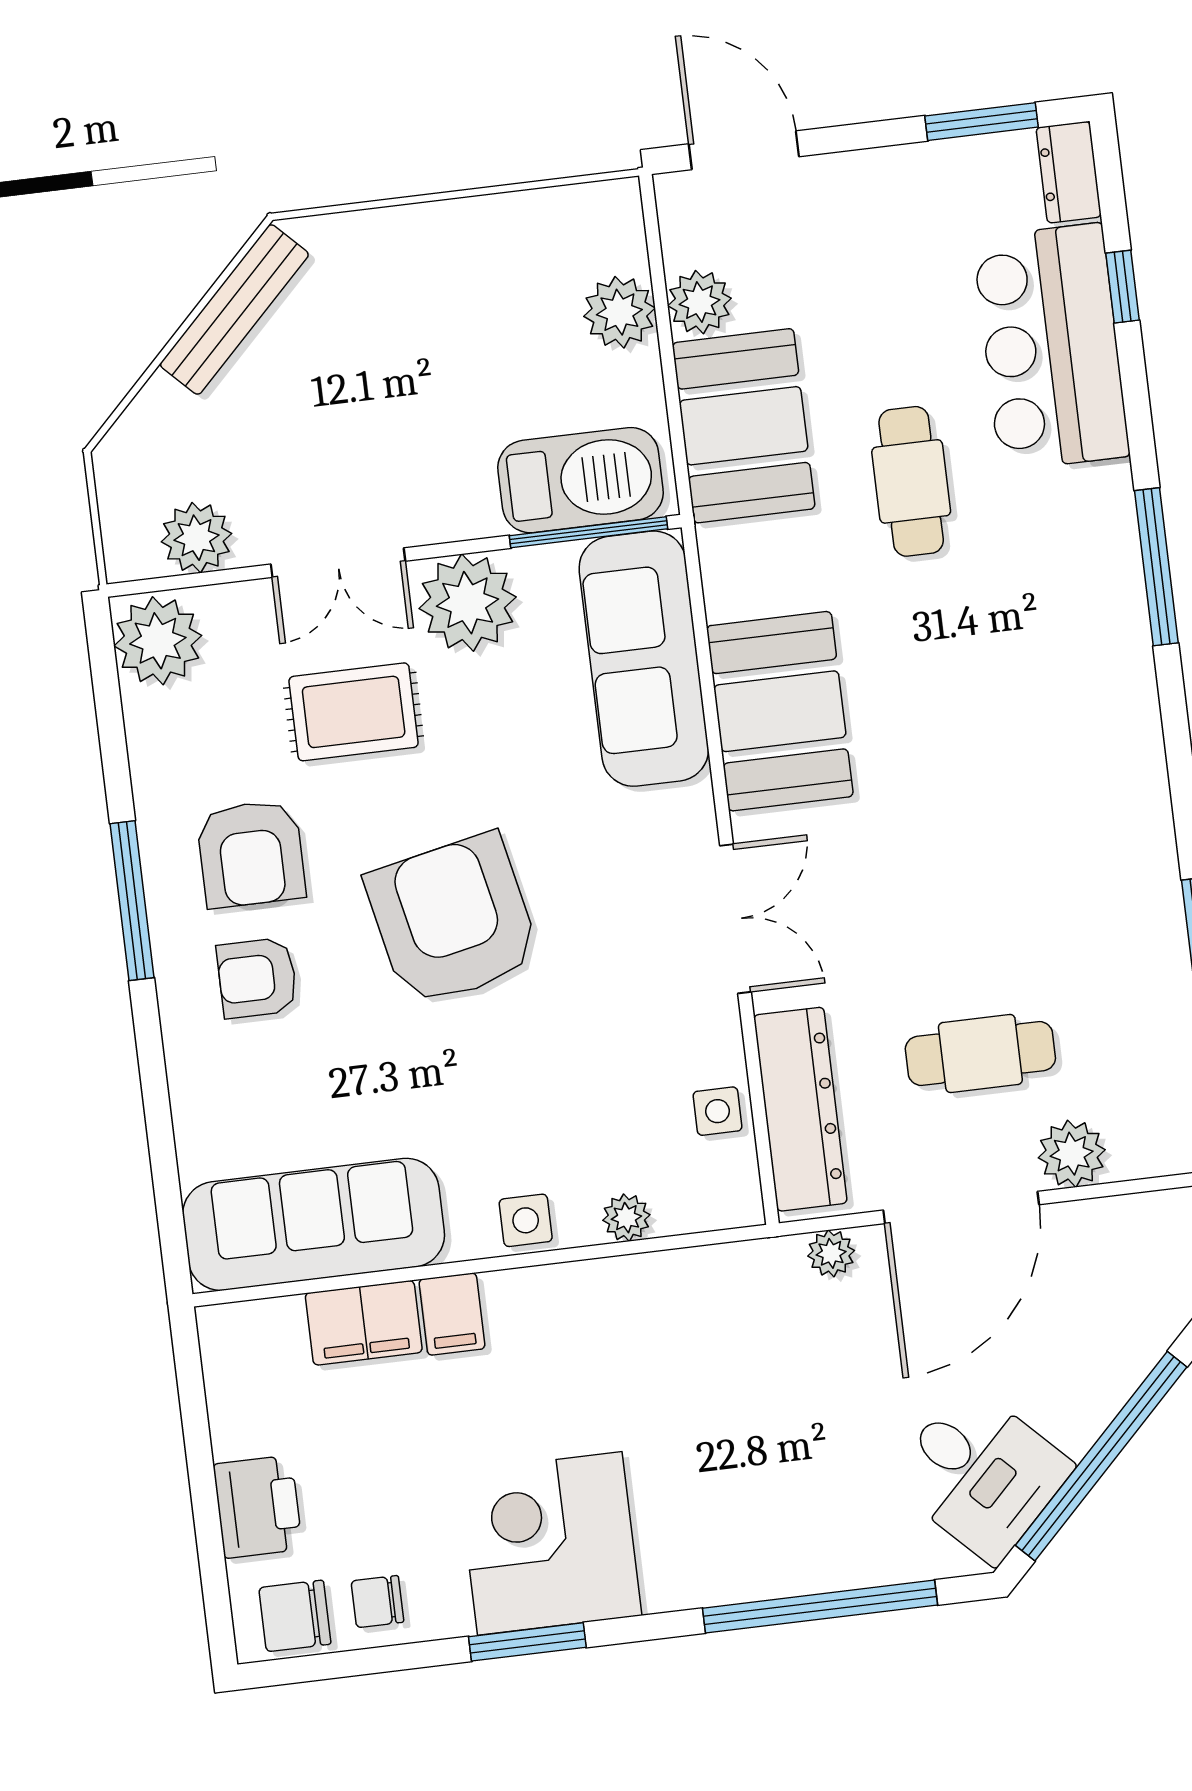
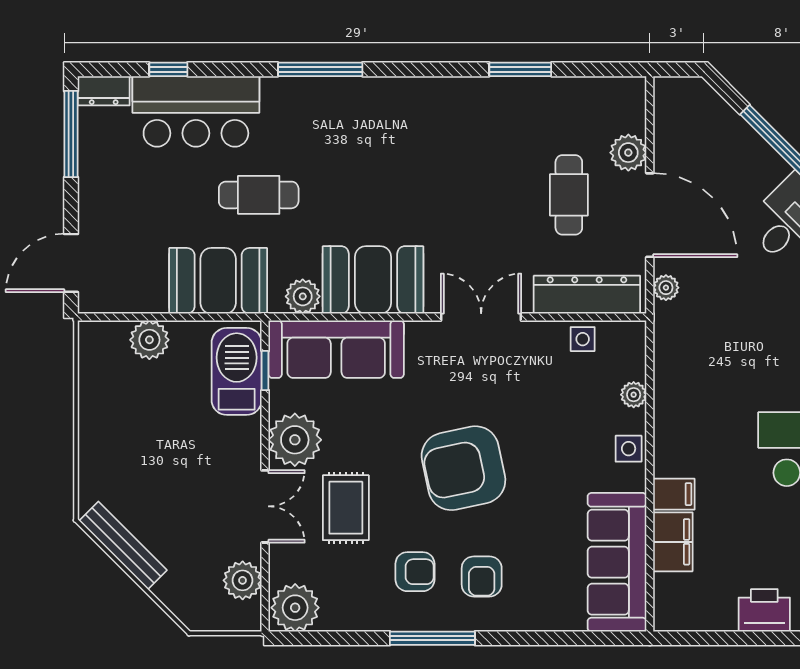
window: (982, 122) -> (71, 134), width x1.44
plant: (699, 302) -> (303, 296), moved
window: (589, 532) -> (265, 371), width x0.46
armchair: (251, 854) -> (415, 572), width x0.72, depth x0.72

